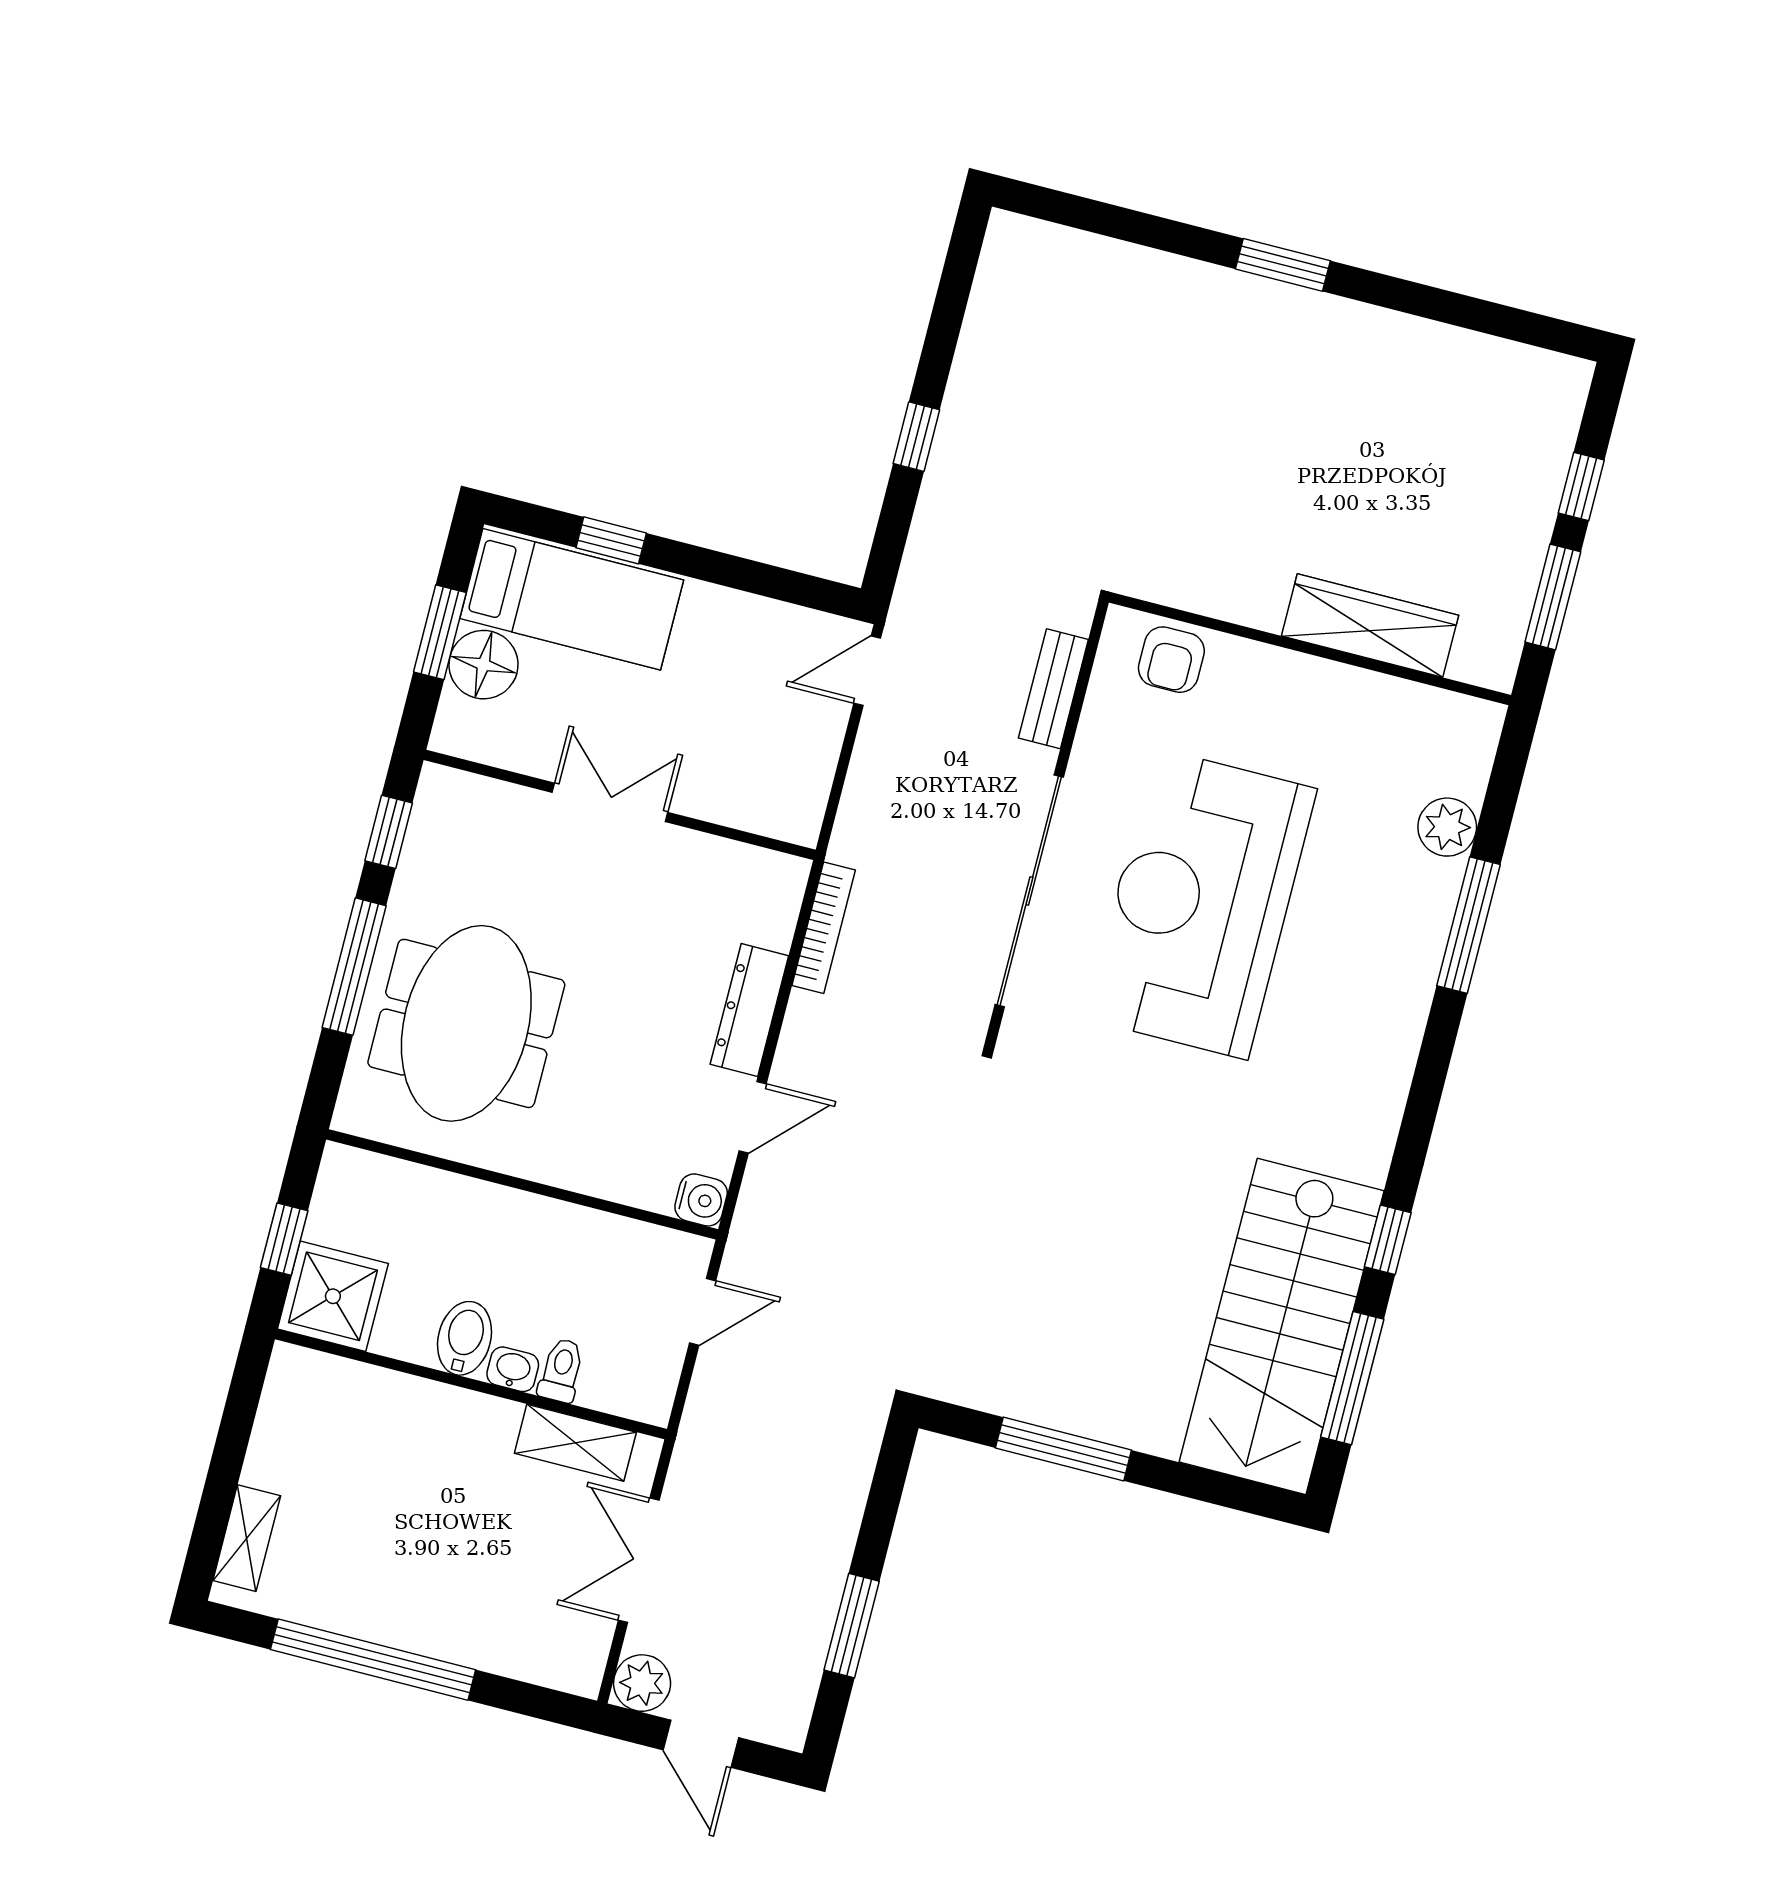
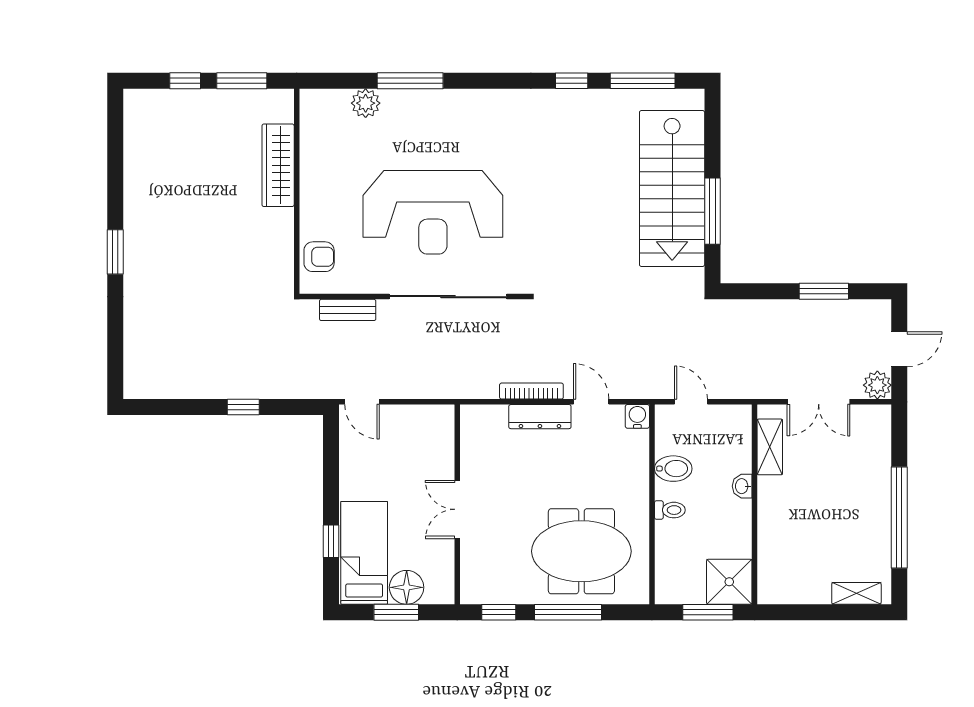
bookcase: (824, 928) -> (531, 391), moved
window: (284, 1239) -> (708, 612), width x1.50
stairs: (1282, 1326) -> (672, 189), moved, turned 90
bidet: (465, 1338) -> (673, 469), moved, turned 180
toilet: (561, 1370) -> (670, 510), moved, turned 180

